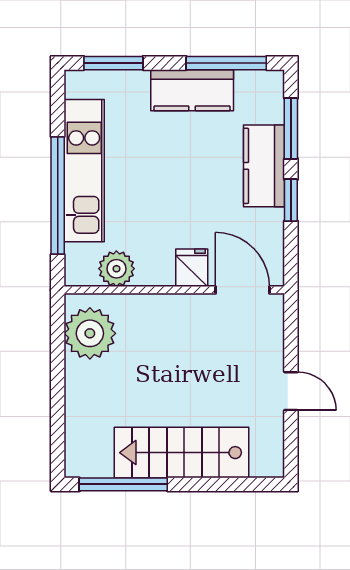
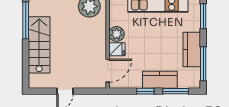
plant: (116, 269) -> (117, 34), moved

